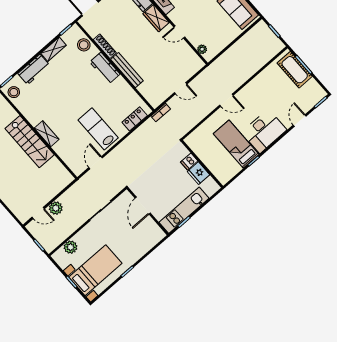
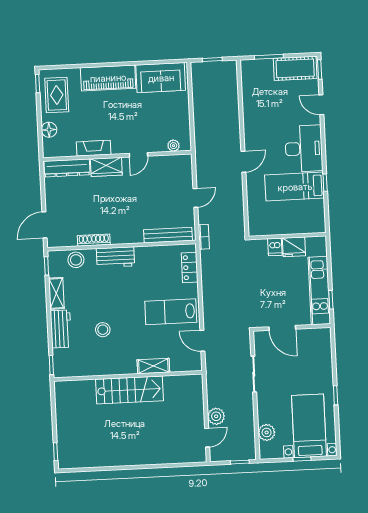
bench: (127, 70) -> (168, 235), moved
cot: (295, 70) -> (295, 68), moved
stool: (14, 92) -> (103, 330), moved
shelving: (47, 134) -> (153, 366), moved

